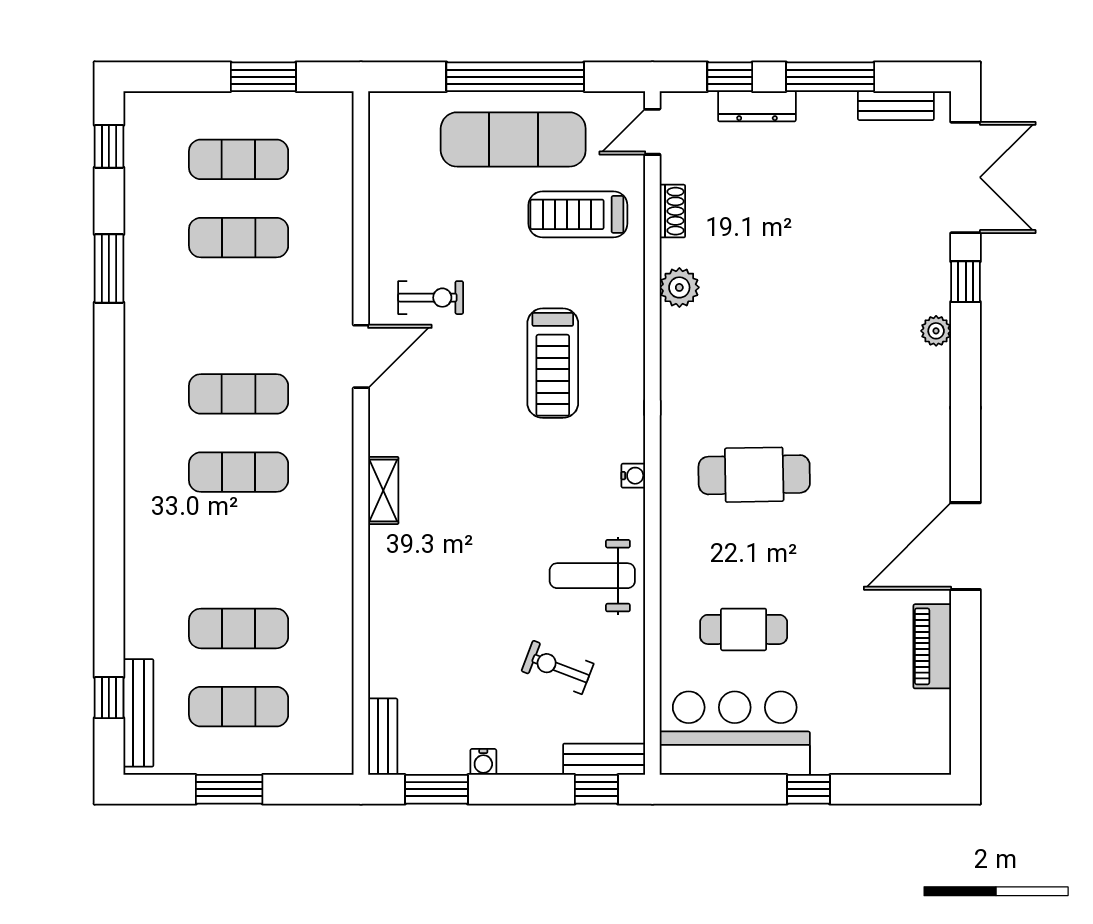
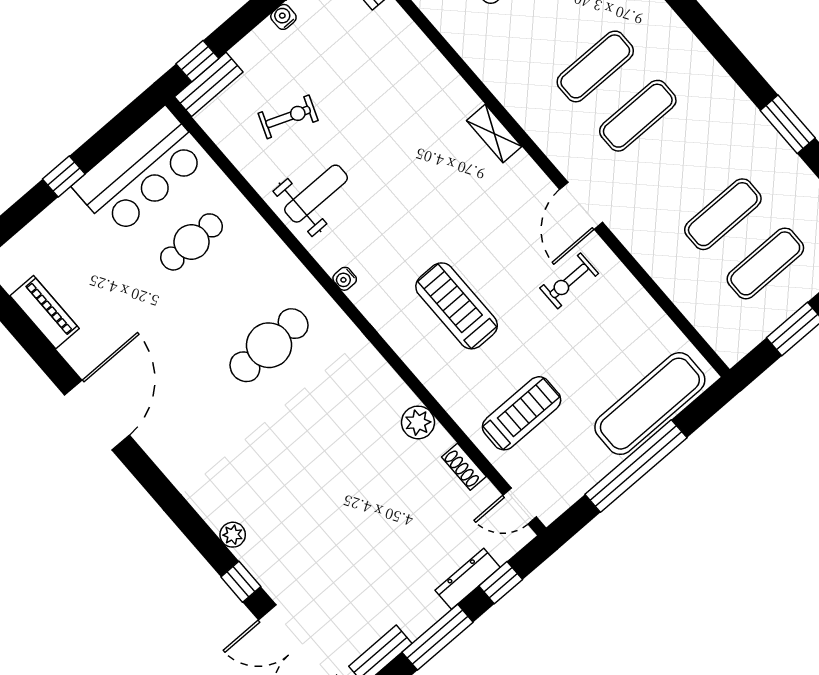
door: (652, 132) -> (520, 506), swing flipped
exercise mat: (513, 139) -> (650, 404), moved
piano: (932, 646) -> (45, 312), moved

